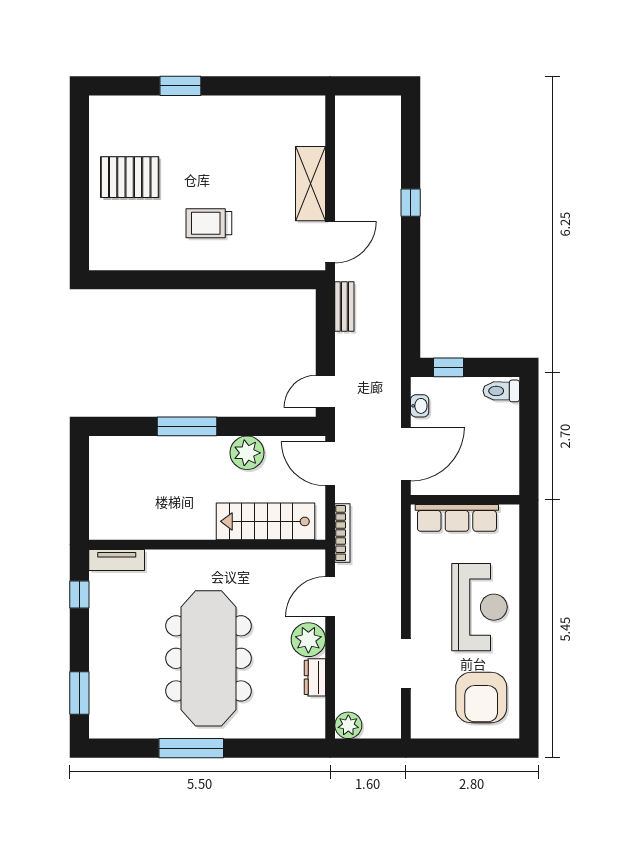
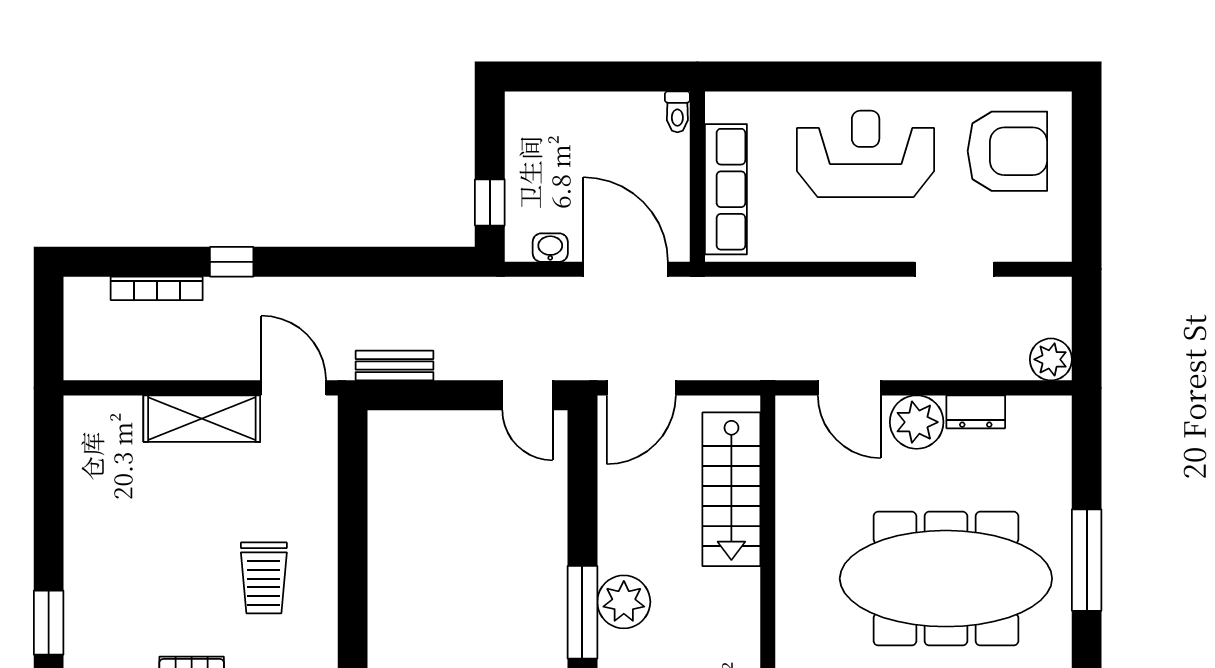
toilet: (501, 391) -> (677, 112), moved, width x0.73, depth x0.72
plant: (247, 453) -> (624, 602), moved
bookcase: (342, 533) -> (157, 288), moved, turned 180
window: (191, 748) -> (1087, 560), moved

